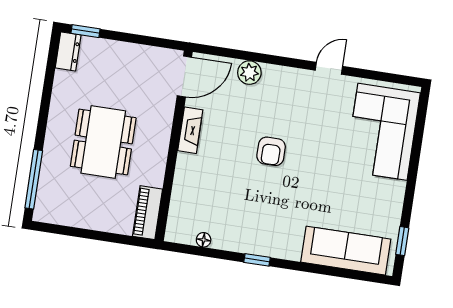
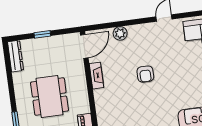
window: (85, 31) -> (42, 34), moved
dresser: (68, 51) -> (16, 56), width x1.44

